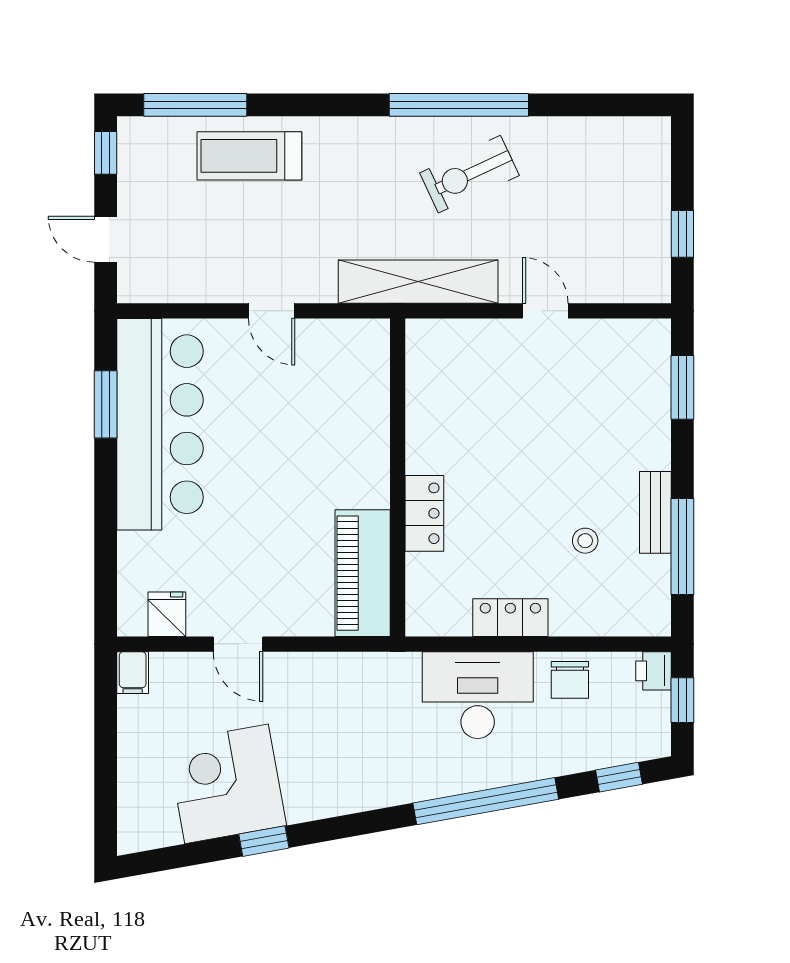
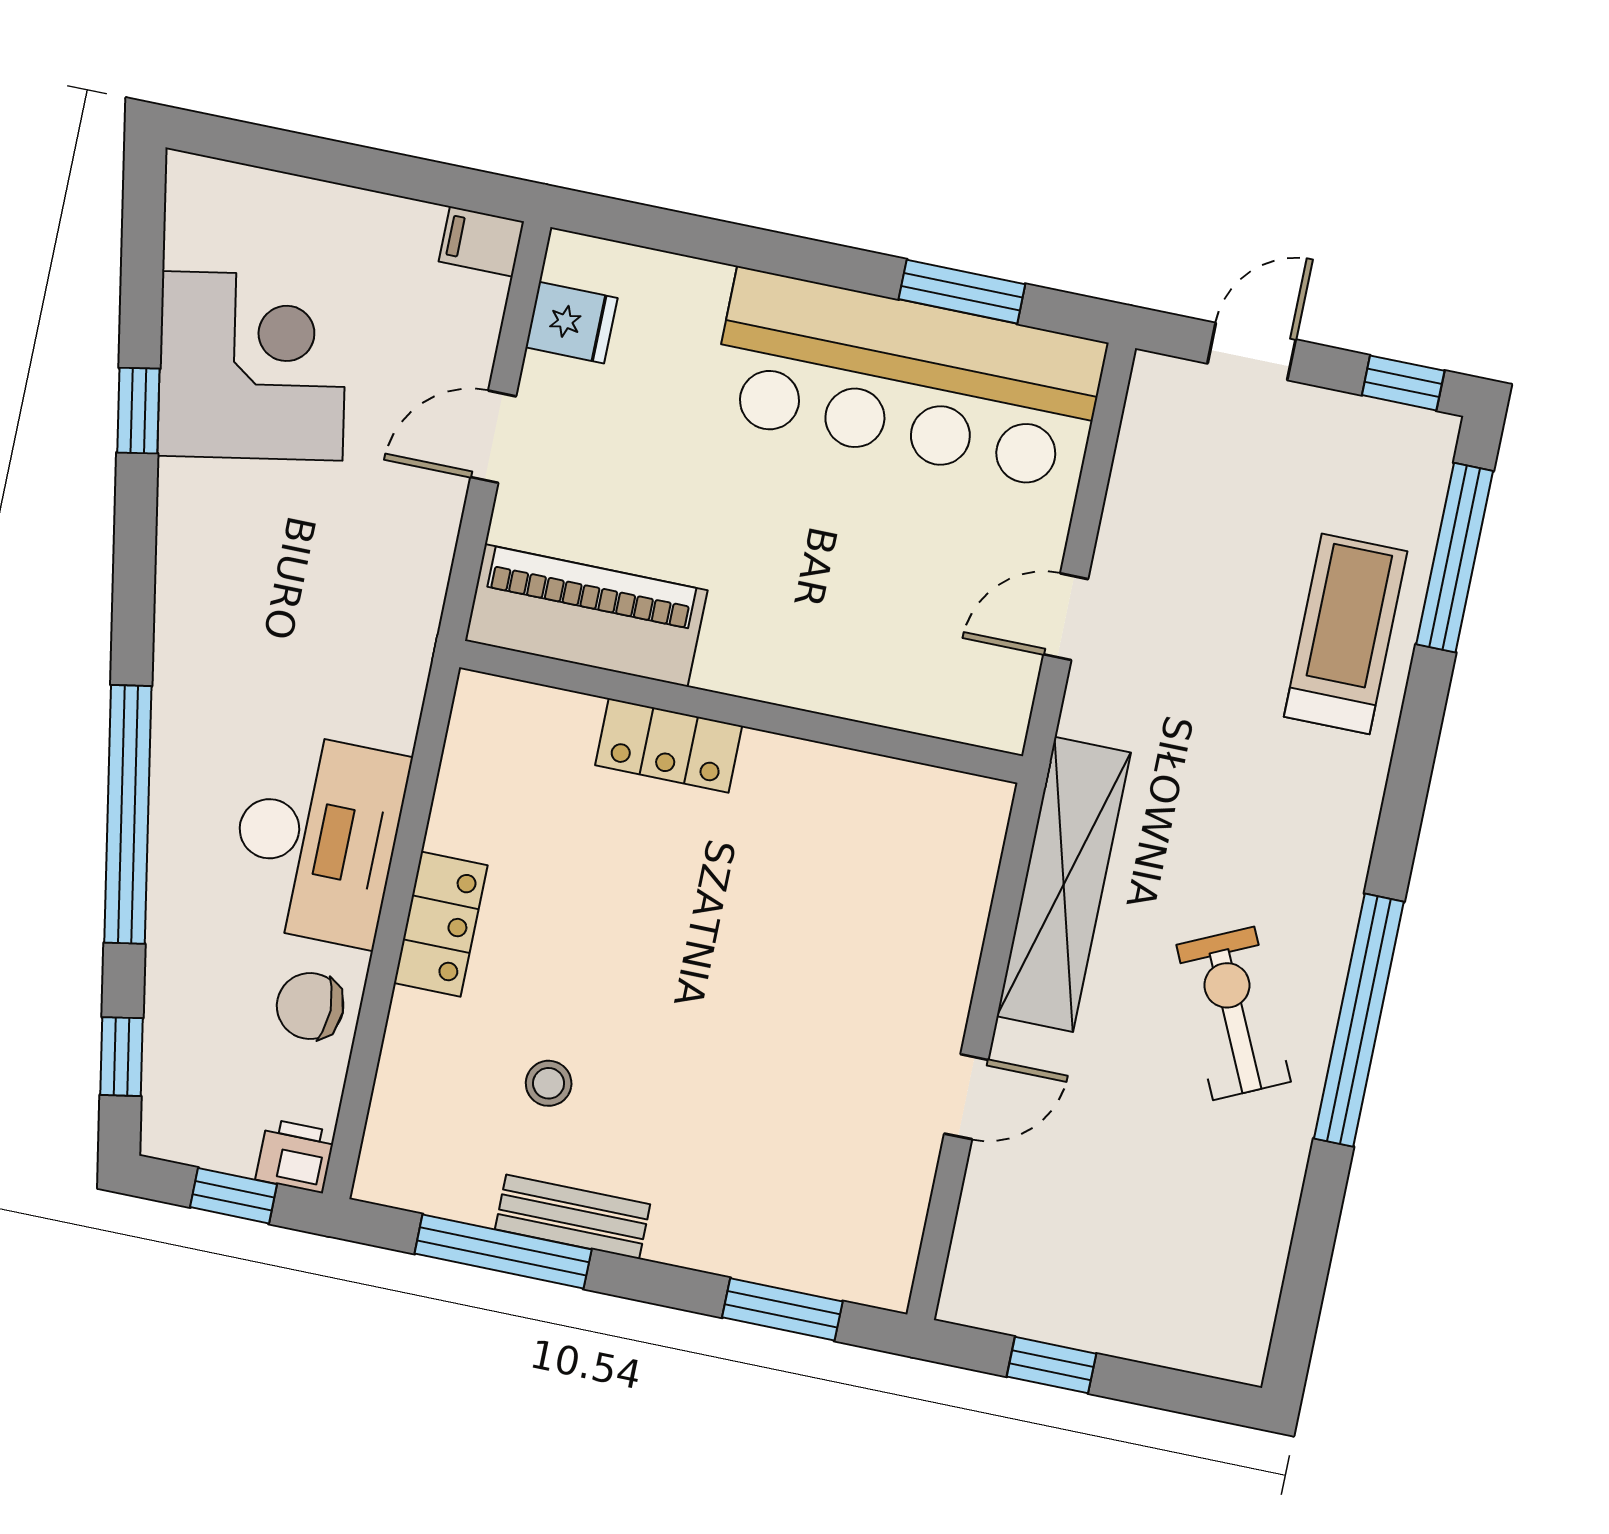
wall: (398, 477) -> (741, 712), moved
locker: (424, 513) -> (669, 745), moved
piano: (363, 573) -> (586, 615), moved

